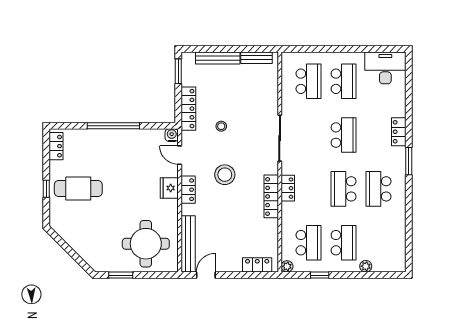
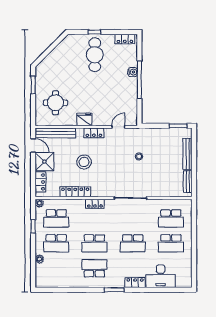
desk: (385, 68) -> (161, 276), moved, turned 90
locker: (188, 109) -> (152, 133), removed
water cooler: (172, 135) -> (133, 72), moved
stool: (225, 175) -> (84, 162), moved
fridge: (169, 188) -> (84, 119), moved
school desk: (344, 189) -> (94, 243), turned 180
locker: (271, 196) -> (75, 192), moved
round table: (146, 244) -> (55, 103), width x0.73, depth x0.73
shower: (229, 259) -> (44, 162), added

